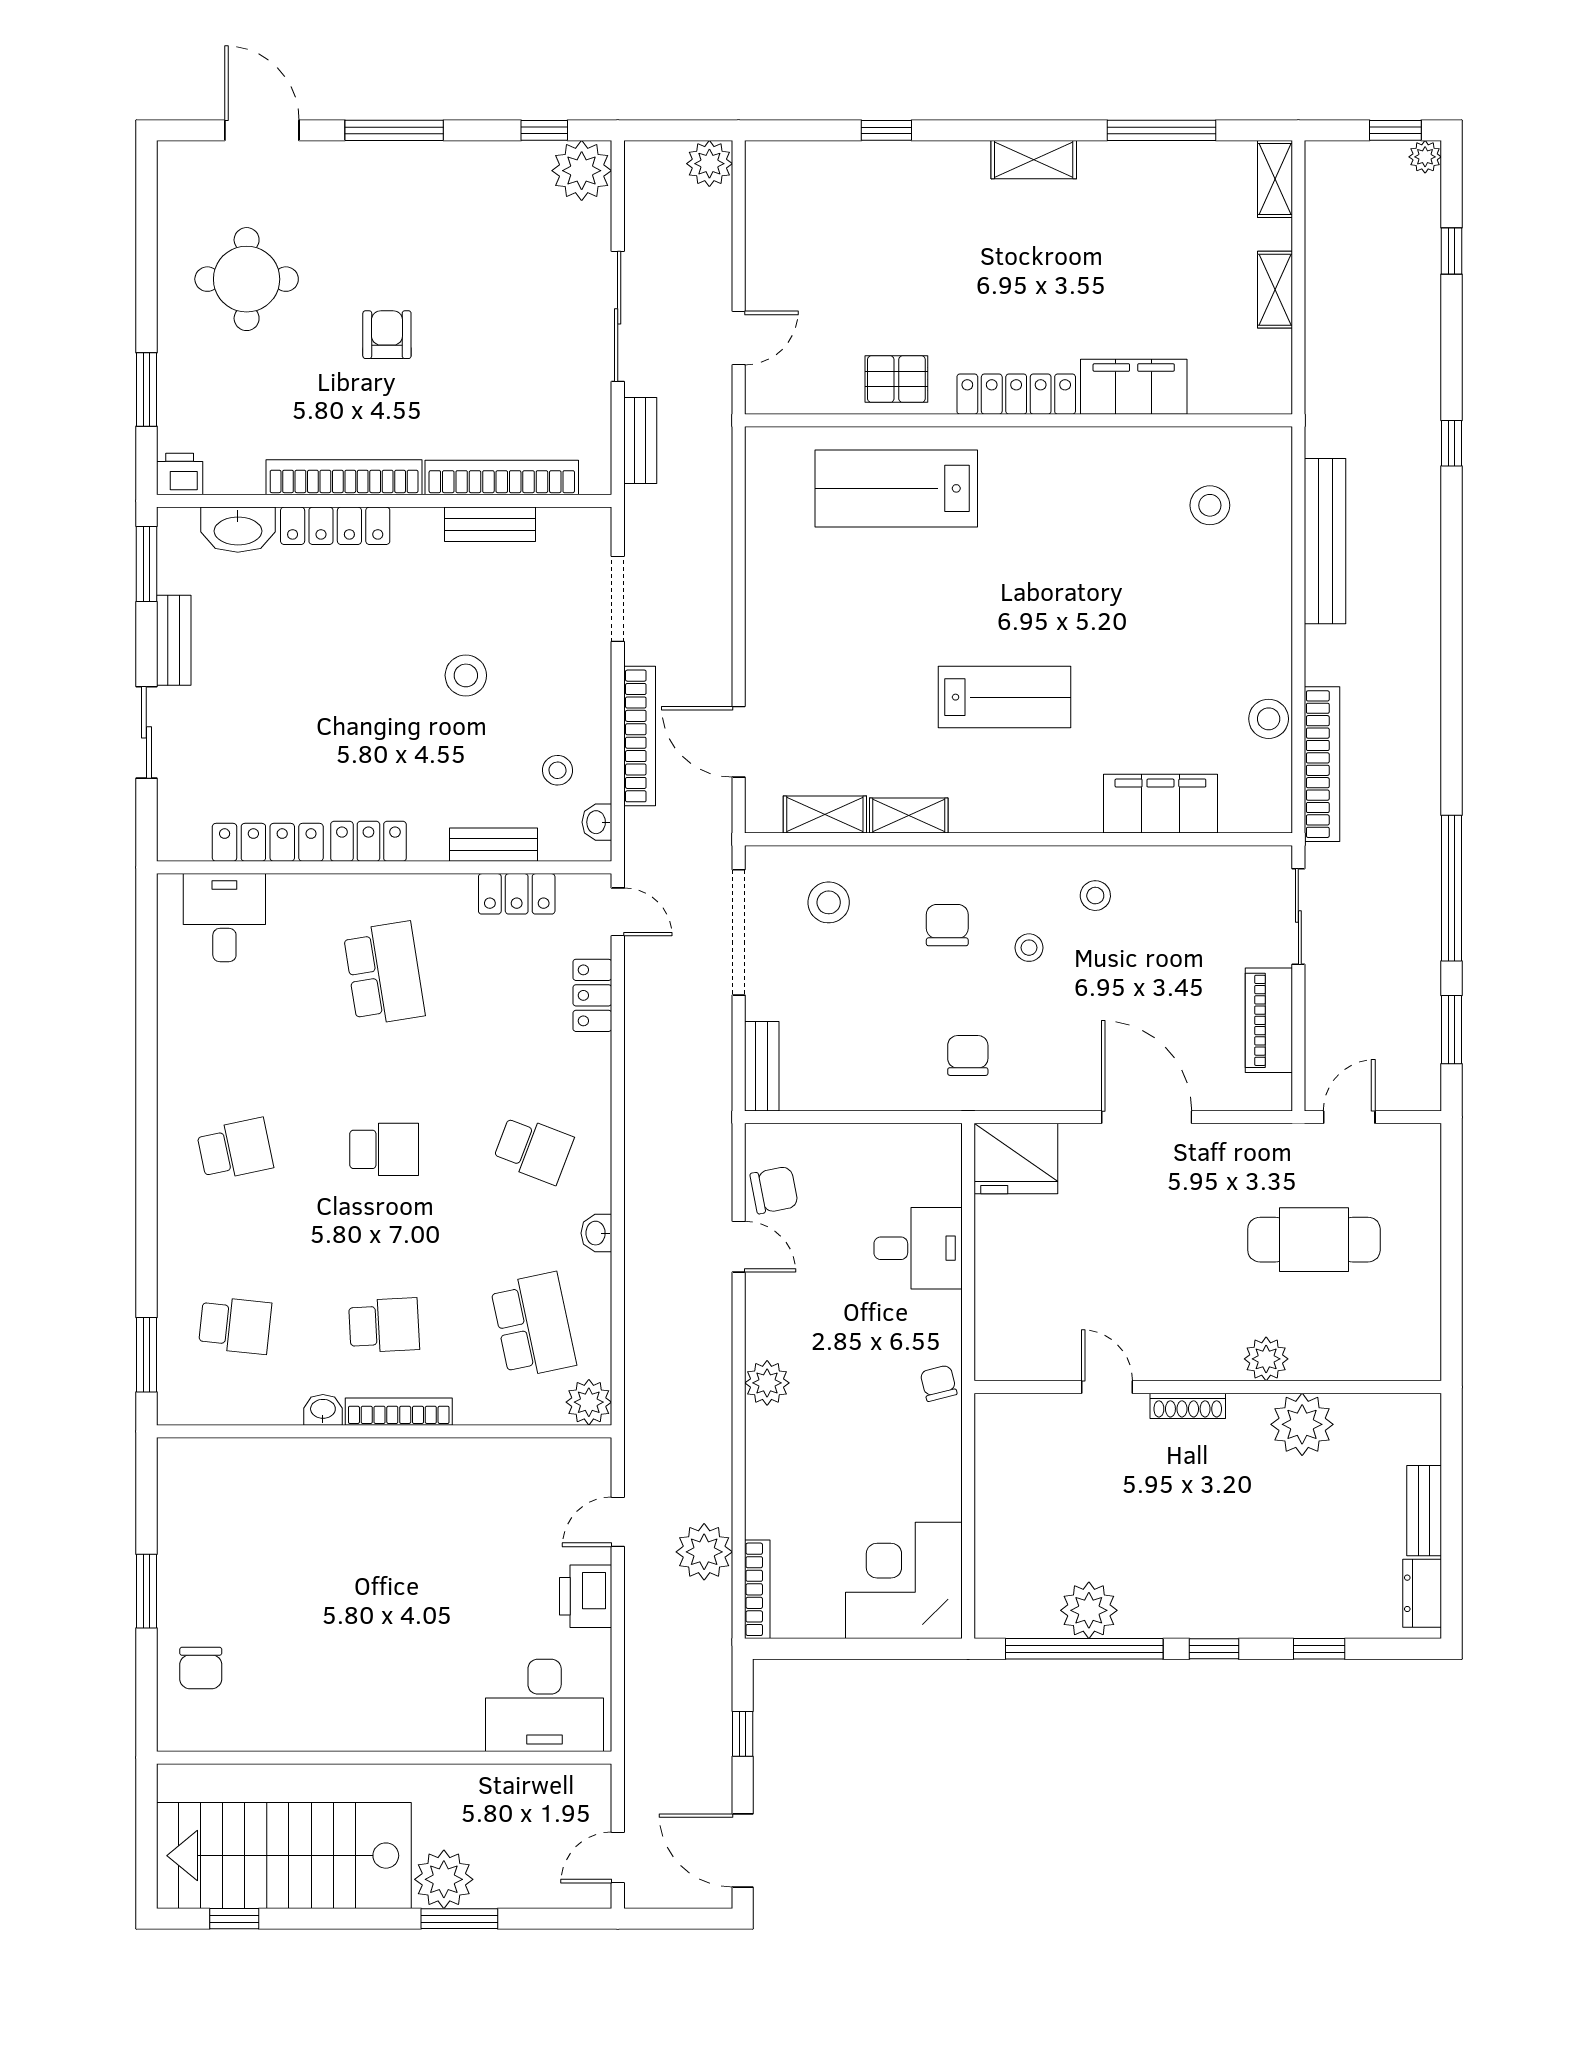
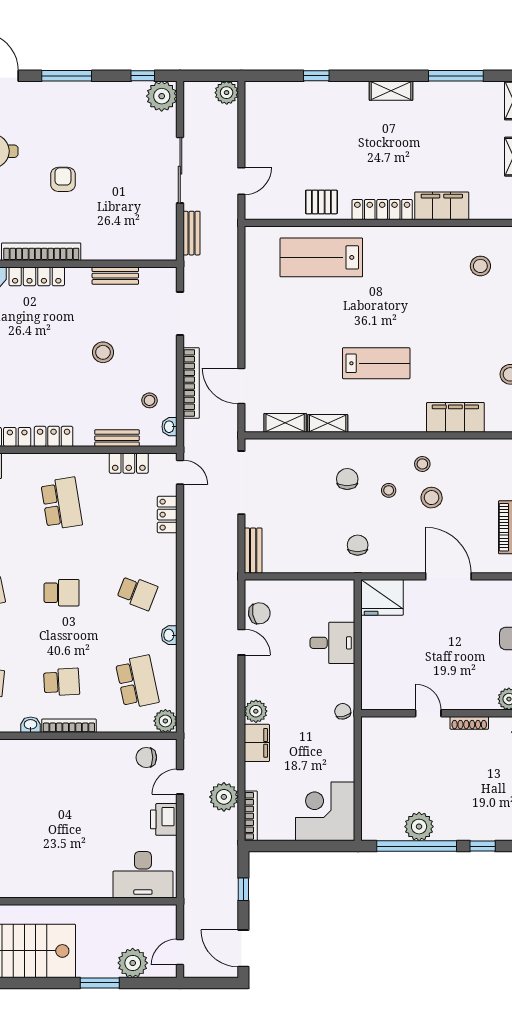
bookcase: (502, 477) -> (121, 252), removed
stool: (829, 902) -> (432, 498), moved
filing cabinet: (769, 1445) -> (257, 743), added
chair: (551, 1474) -> (146, 757), added
plant: (444, 1879) -> (133, 963), moved

